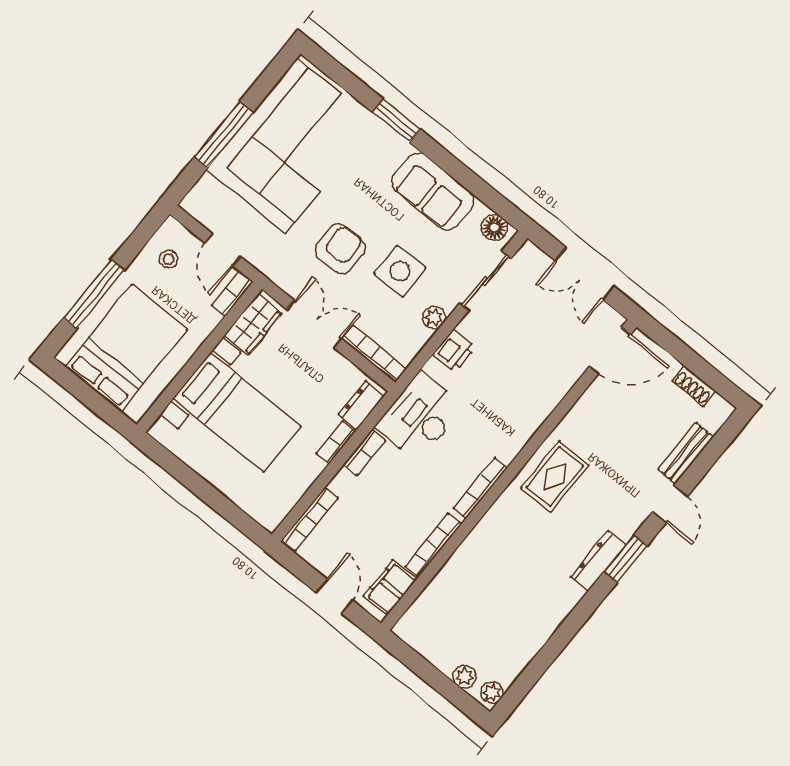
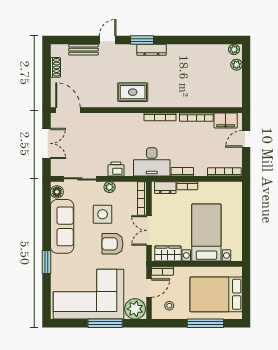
sofa: (433, 191) -> (62, 226), width x1.36
plant: (208, 201) -> (135, 309), added

